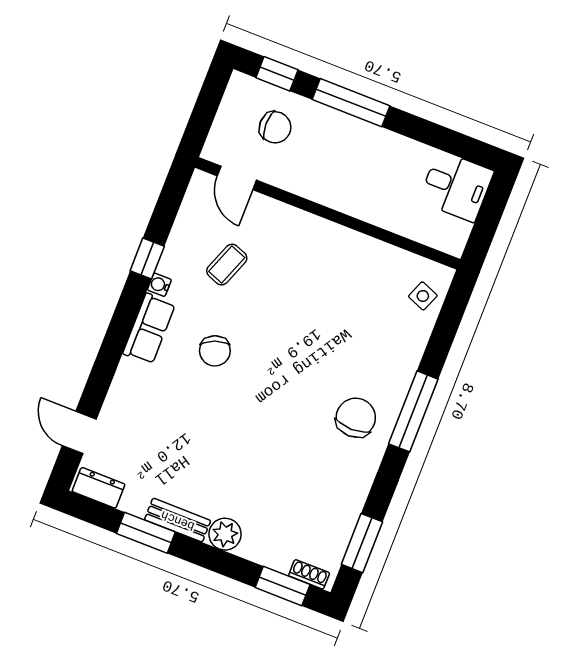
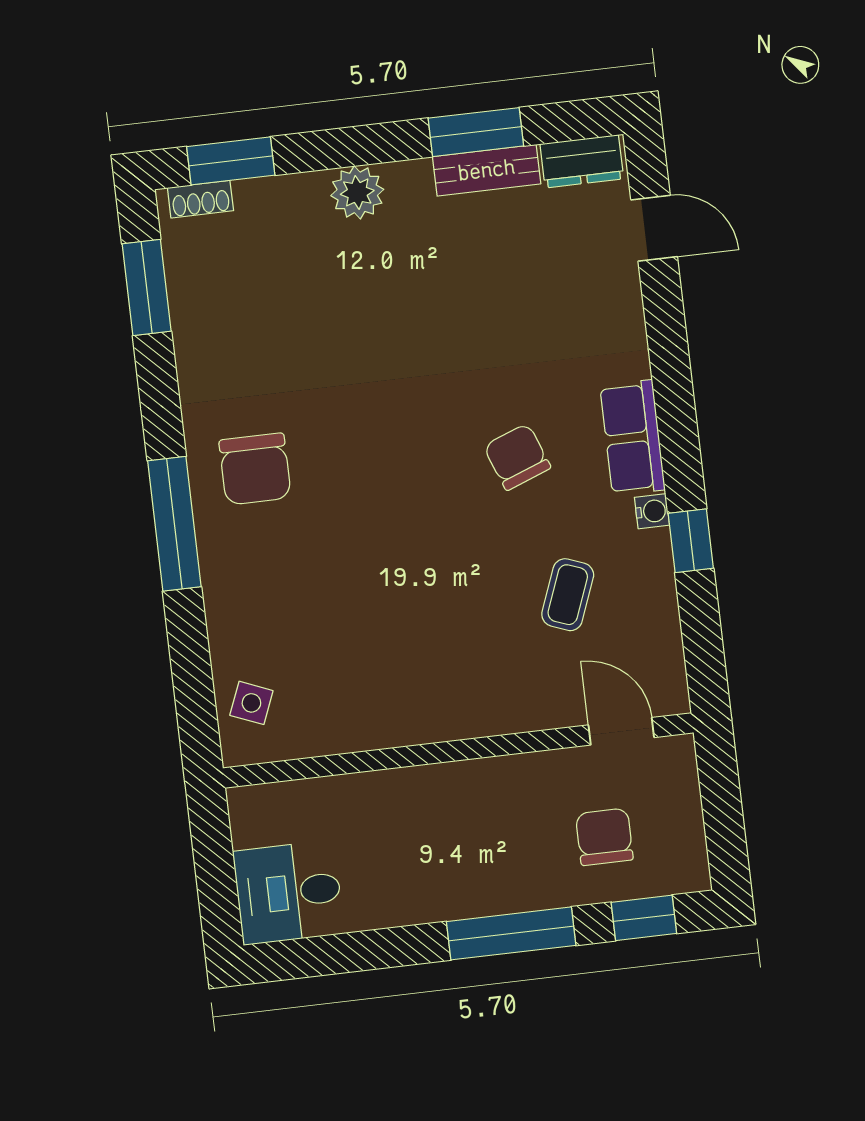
chair: (275, 127) -> (604, 837), turned 90
bench: (178, 520) -> (487, 170), moved

